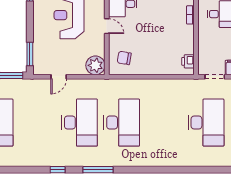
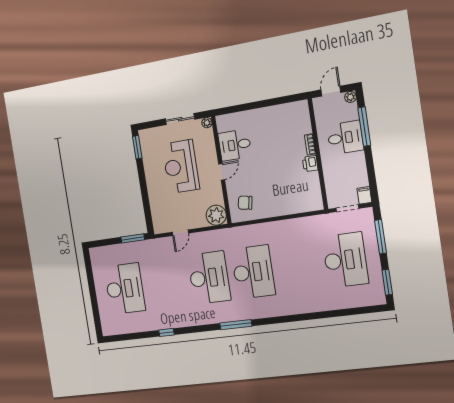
door: (107, 26) -> (222, 172), hinge flipped
window: (30, 54) -> (148, 214), removed
printer: (188, 61) -> (310, 164), moved
window: (58, 170) -> (166, 332), moved

